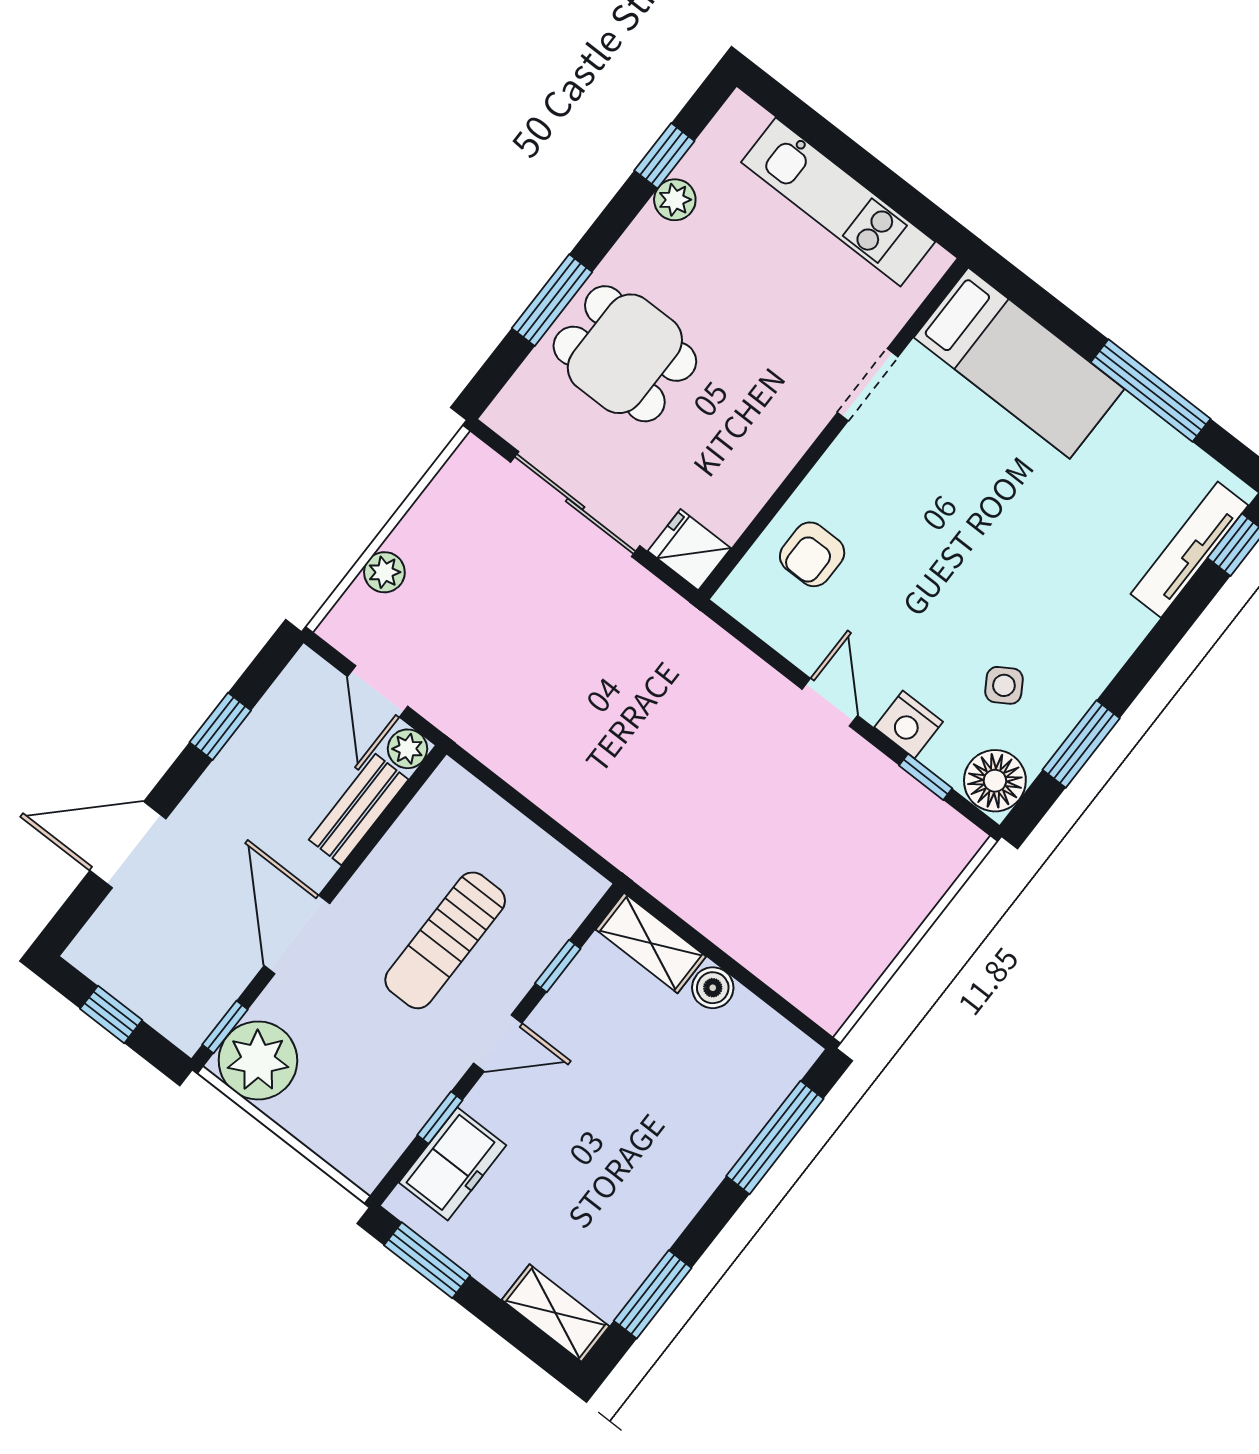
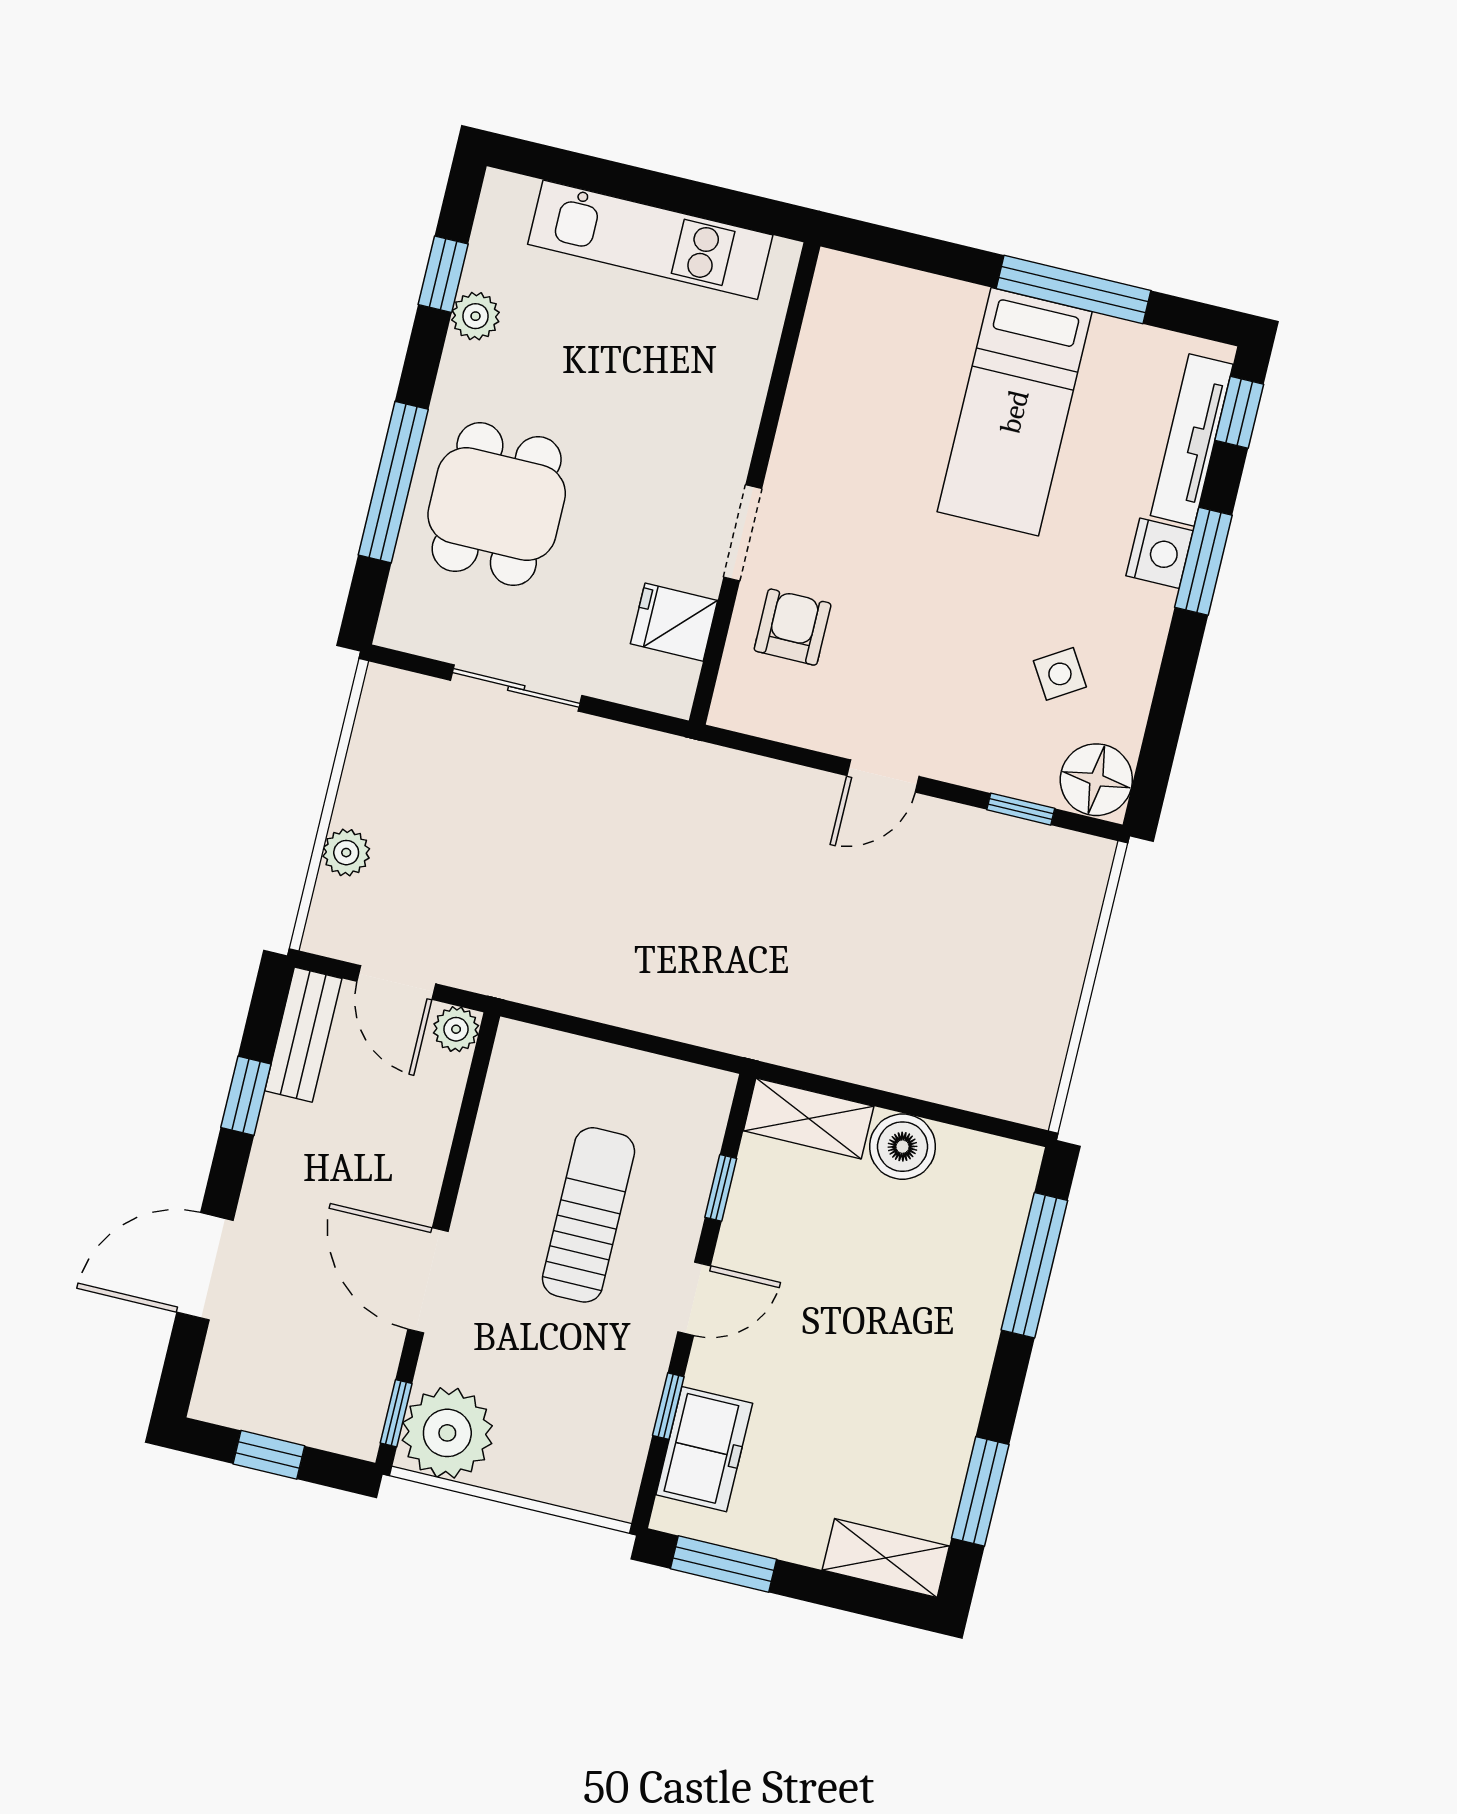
window: (552, 300) -> (393, 482), width x1.44
dining table: (625, 354) -> (497, 504), turned 90
bed: (1019, 363) -> (1015, 412), moved, turned 90
doorway: (868, 385) -> (743, 533), moved
sliding door: (575, 504) -> (516, 688), width x0.73
fridge: (689, 550) -> (674, 622), moved
armchair: (812, 554) -> (793, 627), turned 180
door: (830, 702) -> (883, 776), swing flipped
nightstand: (909, 725) -> (1160, 553), moved, turned -90
window: (1081, 744) -> (1203, 561), moved
bench: (359, 810) -> (303, 1035), moved
sun lounger: (445, 940) -> (588, 1215), turned 180
boiler: (713, 988) -> (903, 1147), width x1.36, depth x1.36

